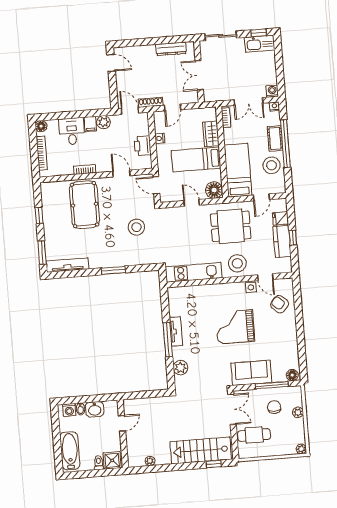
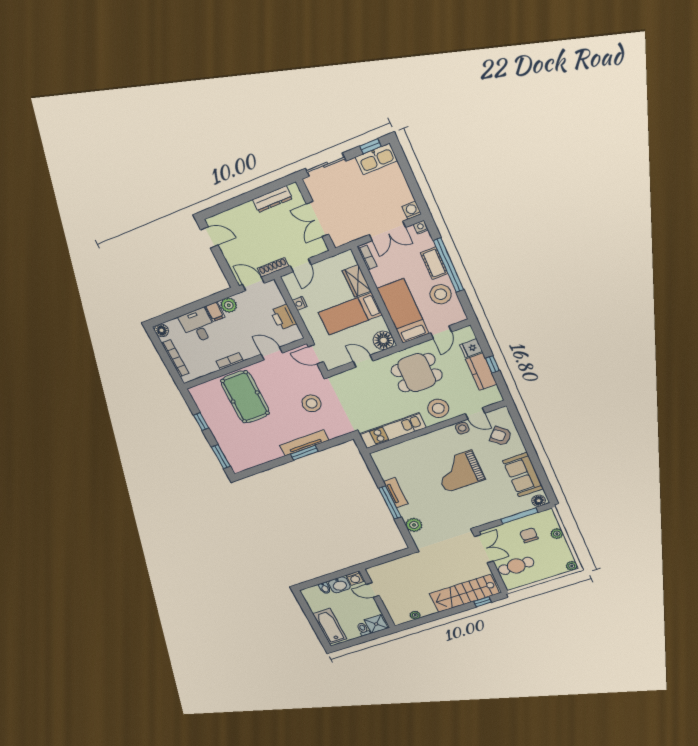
tv unit: (67, 265) -> (304, 443), moved
sofa: (251, 373) -> (523, 475), moved, turned -90
washing machine: (69, 410) -> (355, 578), moved
door: (122, 423) -> (373, 590), swing flipped

